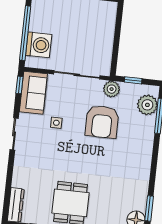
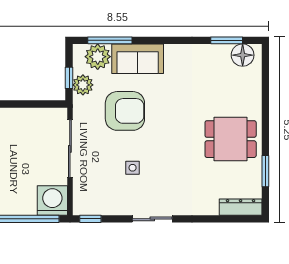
washing machine: (39, 45) -> (52, 200), moved
plant: (112, 89) -> (83, 85), moved
sofa: (33, 93) -> (138, 59), moved, turned 180

